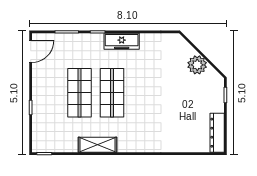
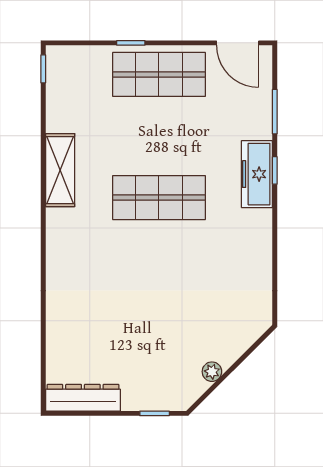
freezer: (122, 41) -> (257, 174), moved
plant: (197, 65) -> (212, 372), width x0.53, depth x0.53
shop shelf: (80, 93) -> (159, 74), moved

